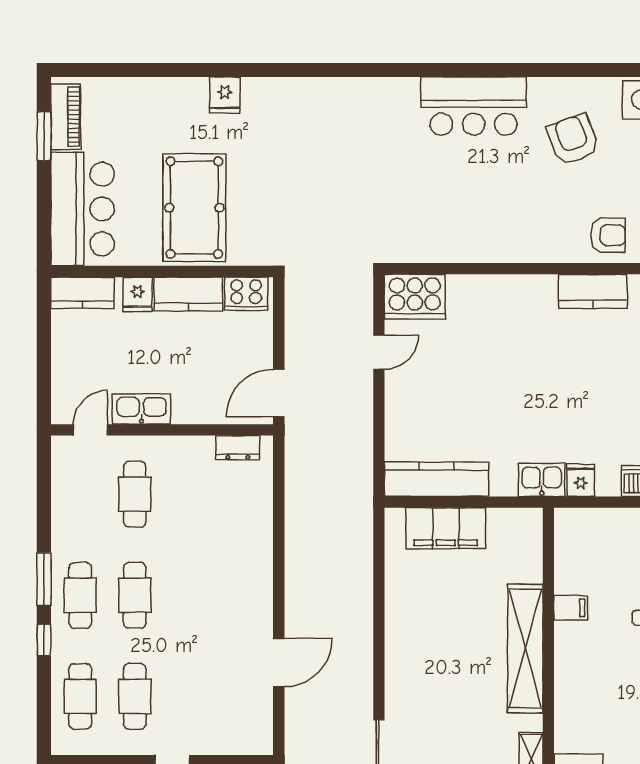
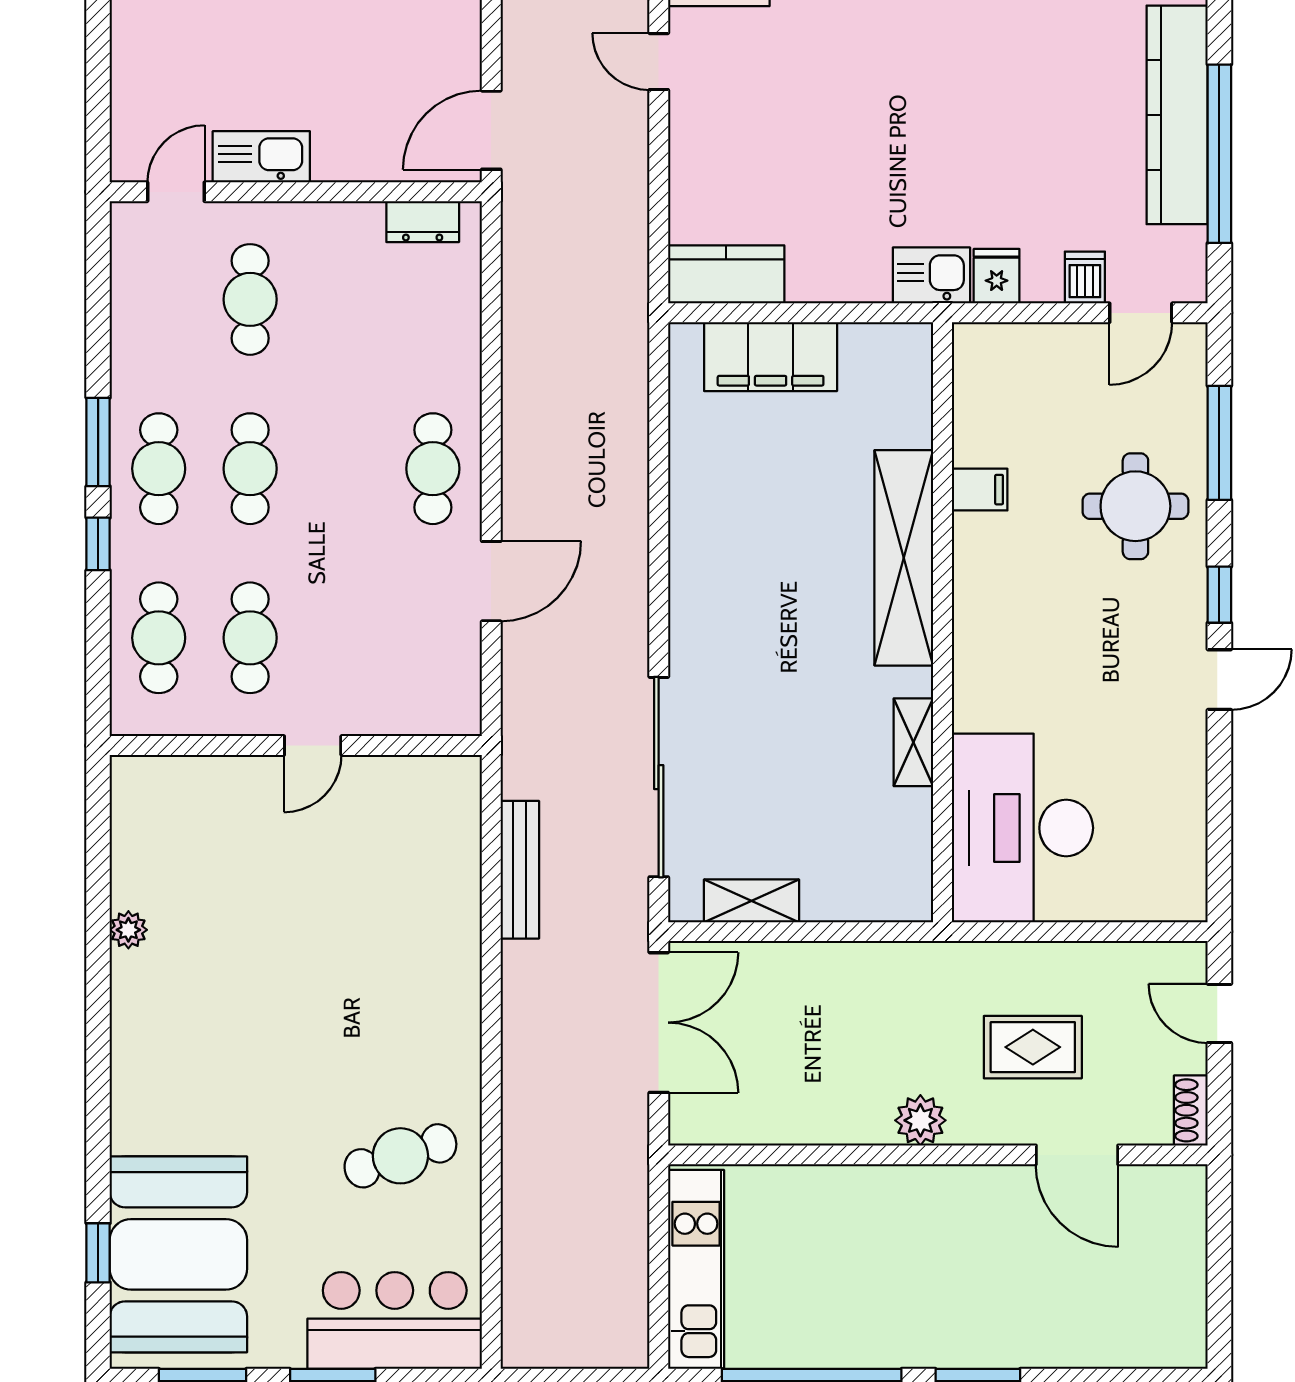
door: (379, 352) -> (659, 62), swing flipped
kitchen counter: (437, 479) -> (726, 274), width x0.67
cafe table: (244, 595) -> (433, 469), added

